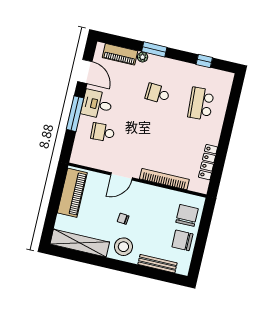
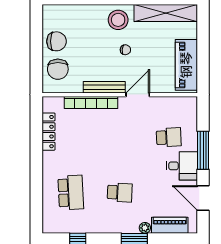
bench: (157, 264) -> (104, 87), moved

